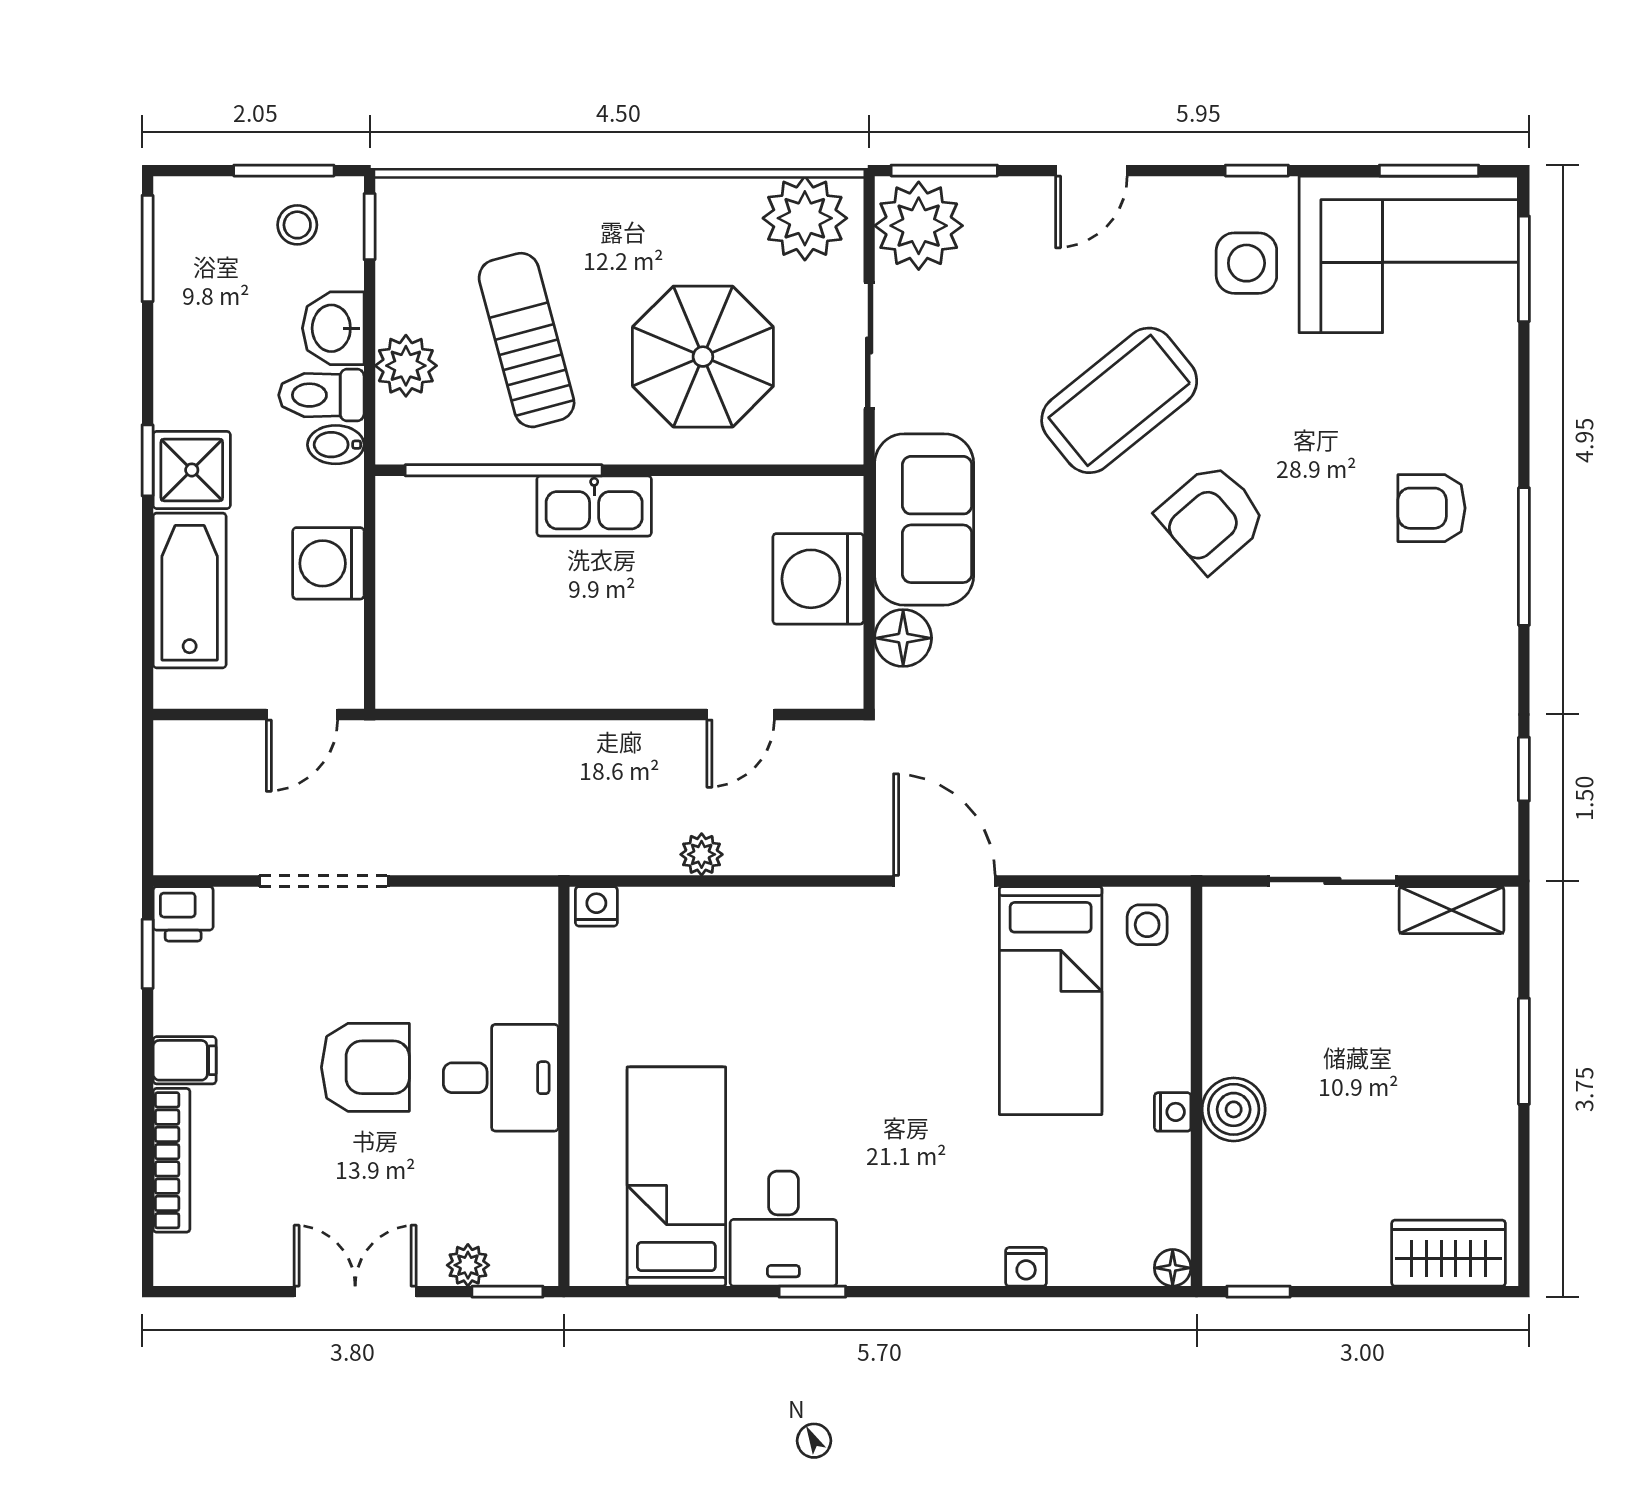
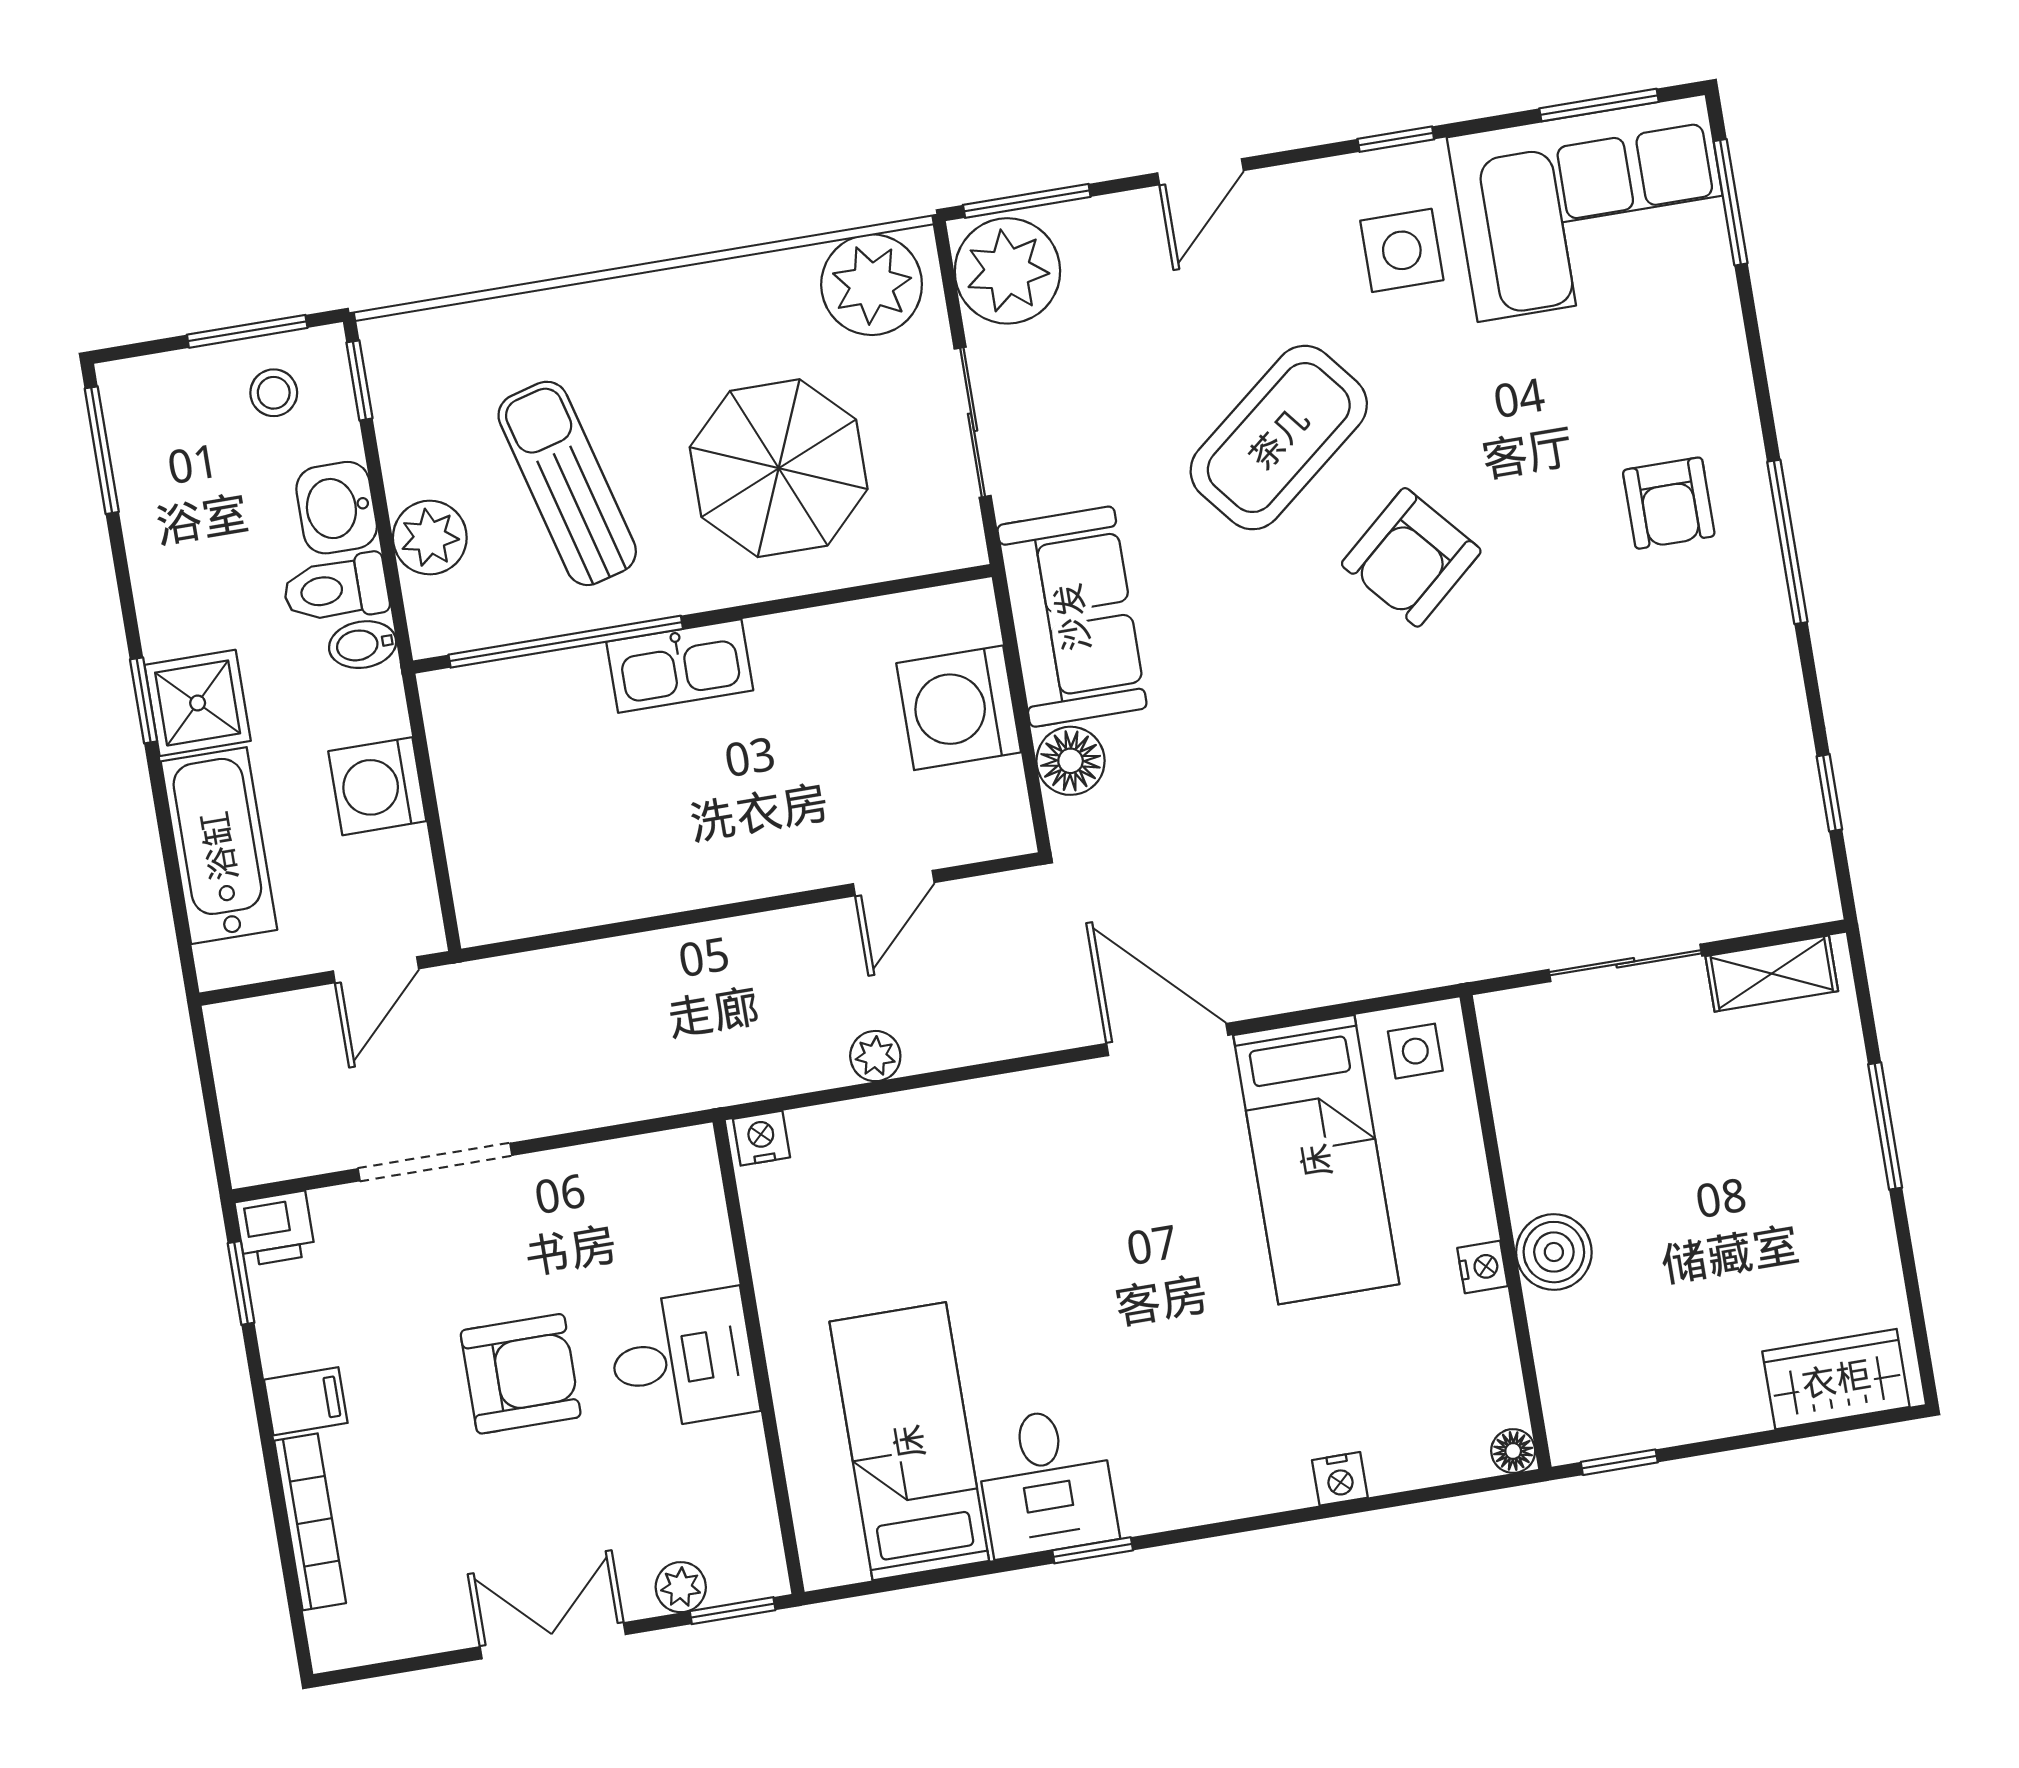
armchair: (1432, 508) -> (1669, 503), turned -90

